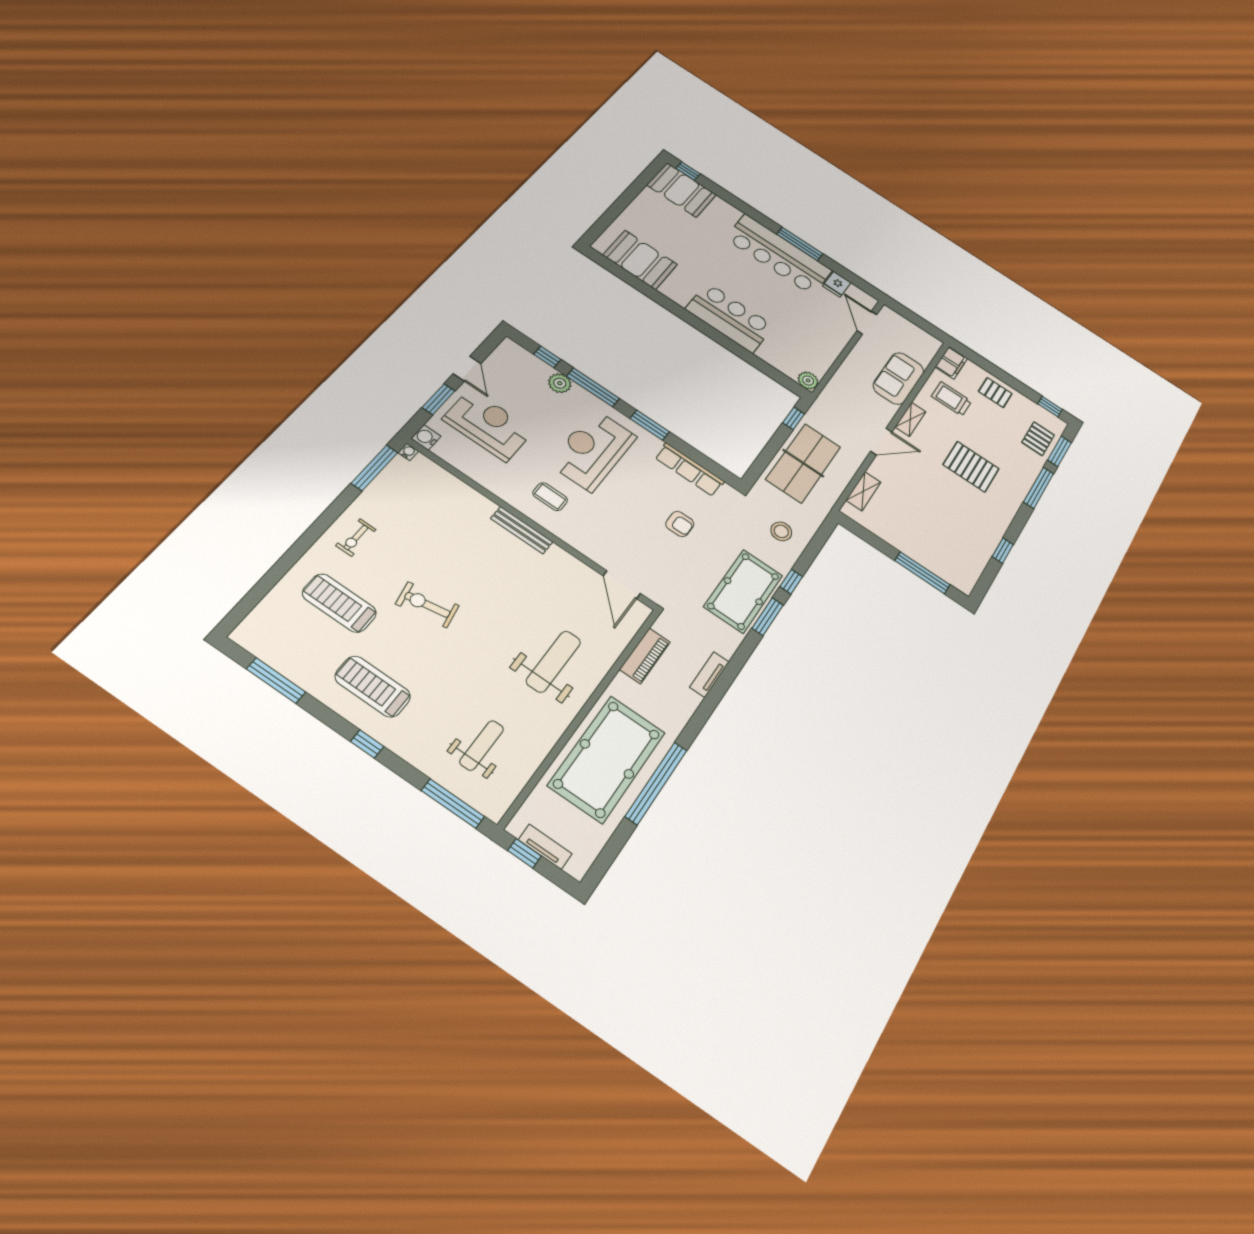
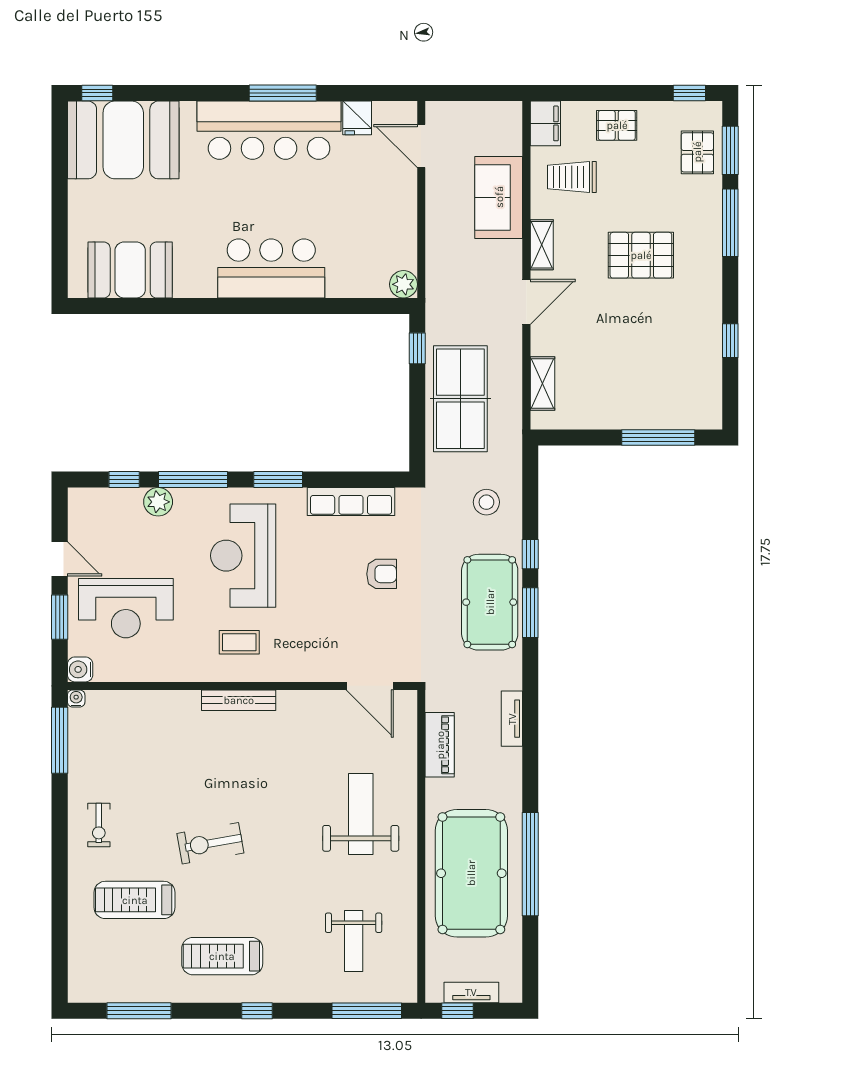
booth: (682, 190) -> (123, 140), width x1.36, depth x1.42
reception desk: (488, 425) -> (126, 608), turned 180
weight bench: (482, 745) -> (354, 941), turned 180

